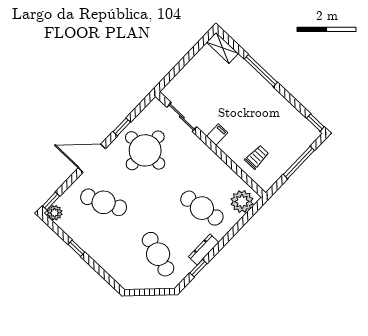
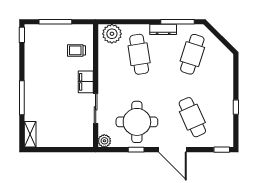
sliding door: (182, 117) -> (96, 108), moved
filing cabinet: (217, 135) -> (86, 82), width x2.00
plant: (55, 213) -> (104, 141), moved
window: (198, 268) -> (178, 22), width x2.17

